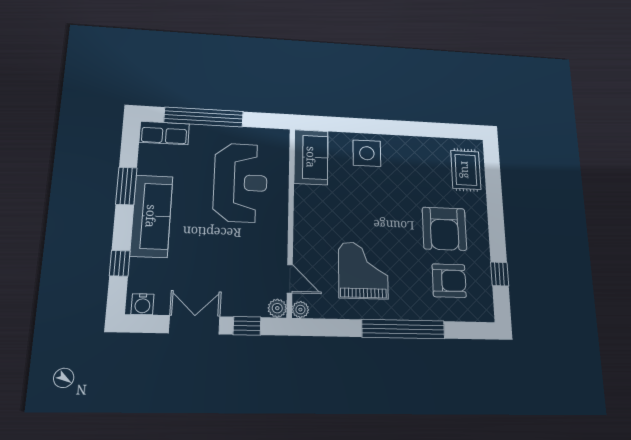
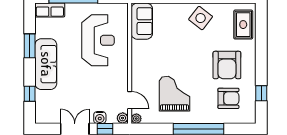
side table: (367, 153) -> (201, 18), moved, turned 38
water cooler: (143, 304) -> (100, 118), moved

